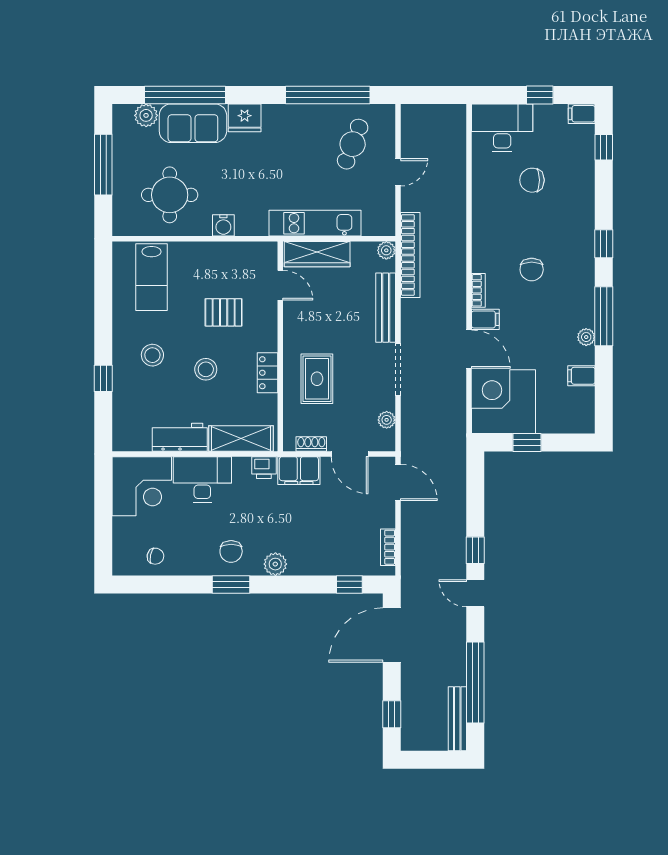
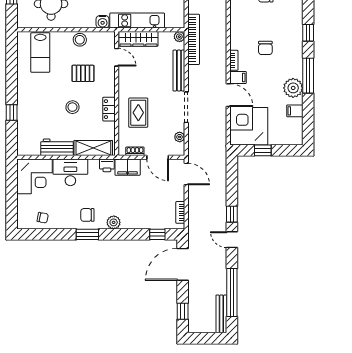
water cooler: (223, 225) -> (103, 22), moved
plant: (586, 337) -> (293, 88), width x1.88, depth x1.88
stool: (152, 355) -> (80, 40), moved
chair: (231, 551) -> (87, 215), turned 90

